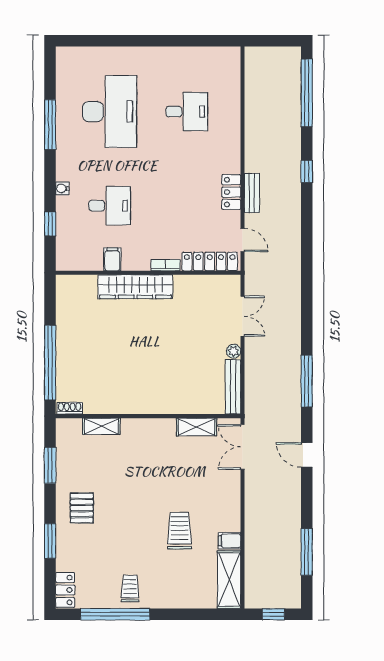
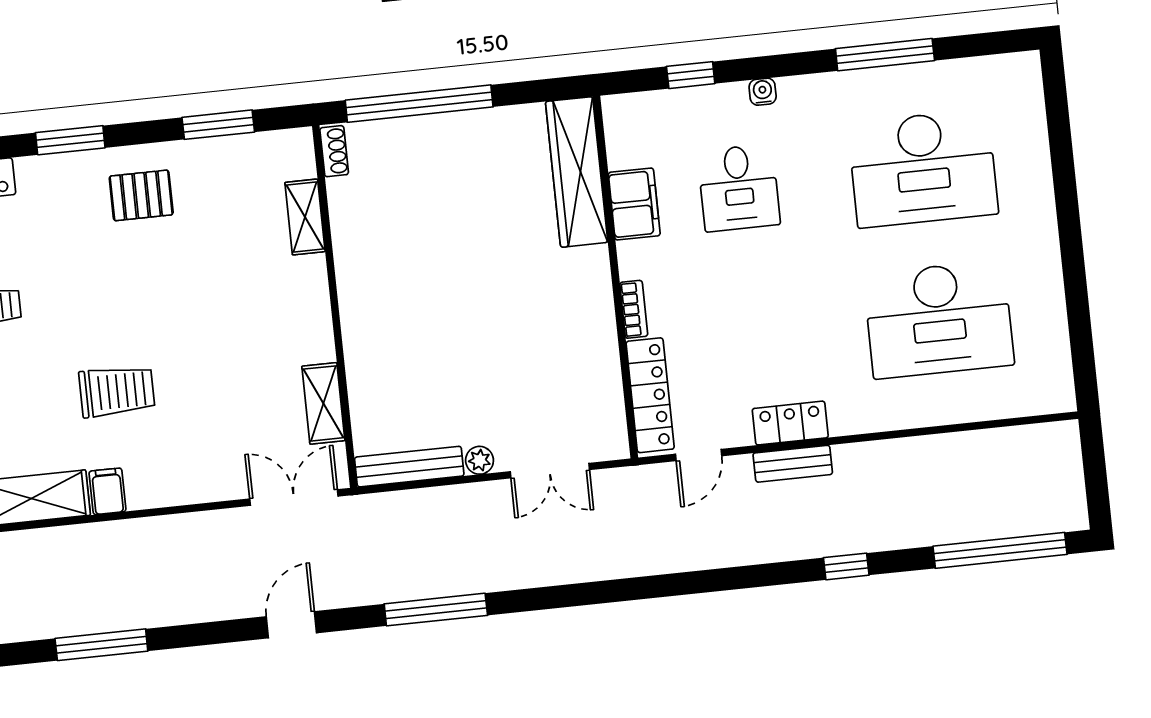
desk: (187, 112) -> (939, 319), width x1.87, depth x1.30
filing cabinet: (112, 259) -> (634, 204), width x2.00
wardrobe: (135, 287) -> (577, 172), moved

